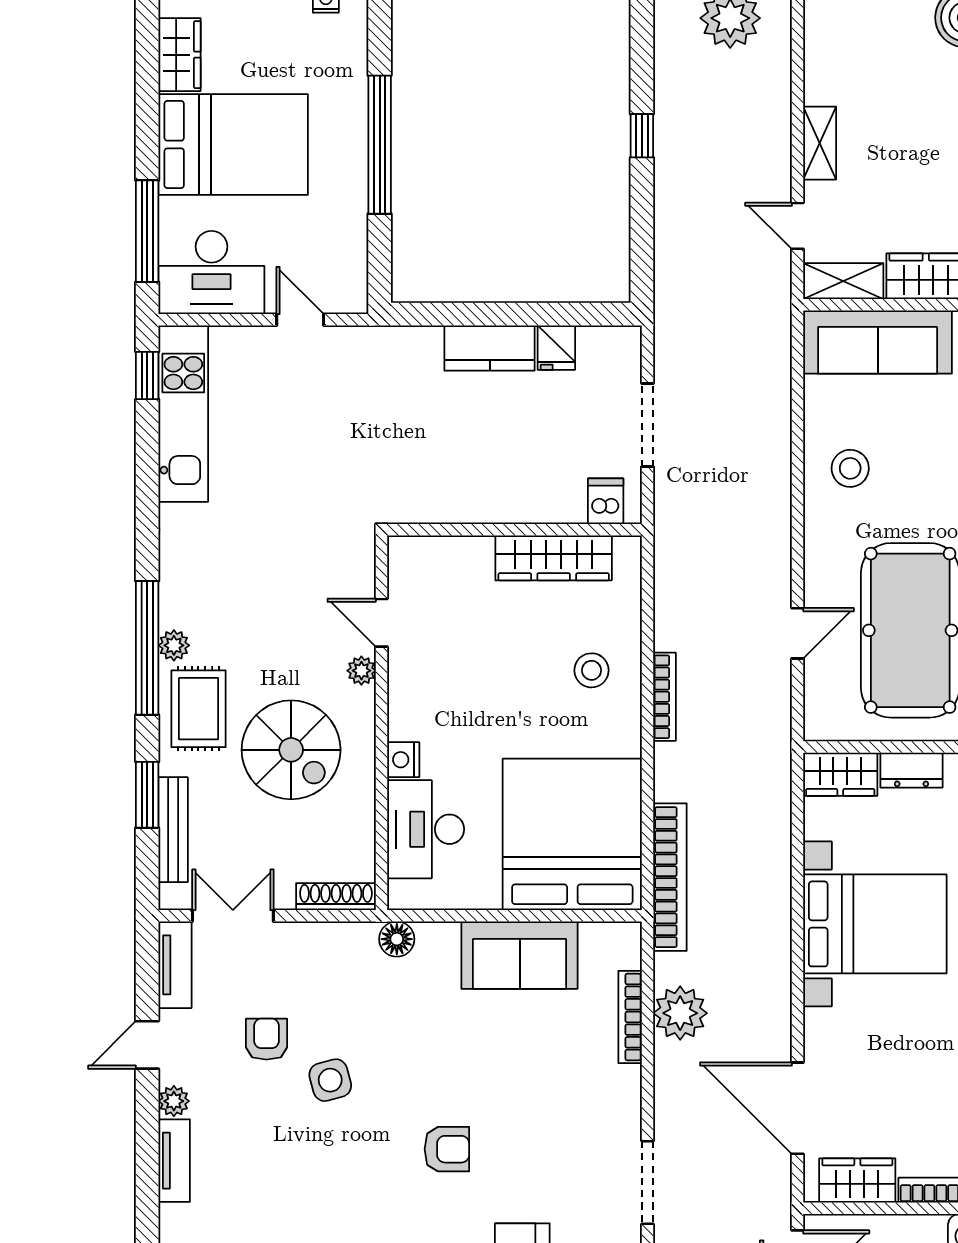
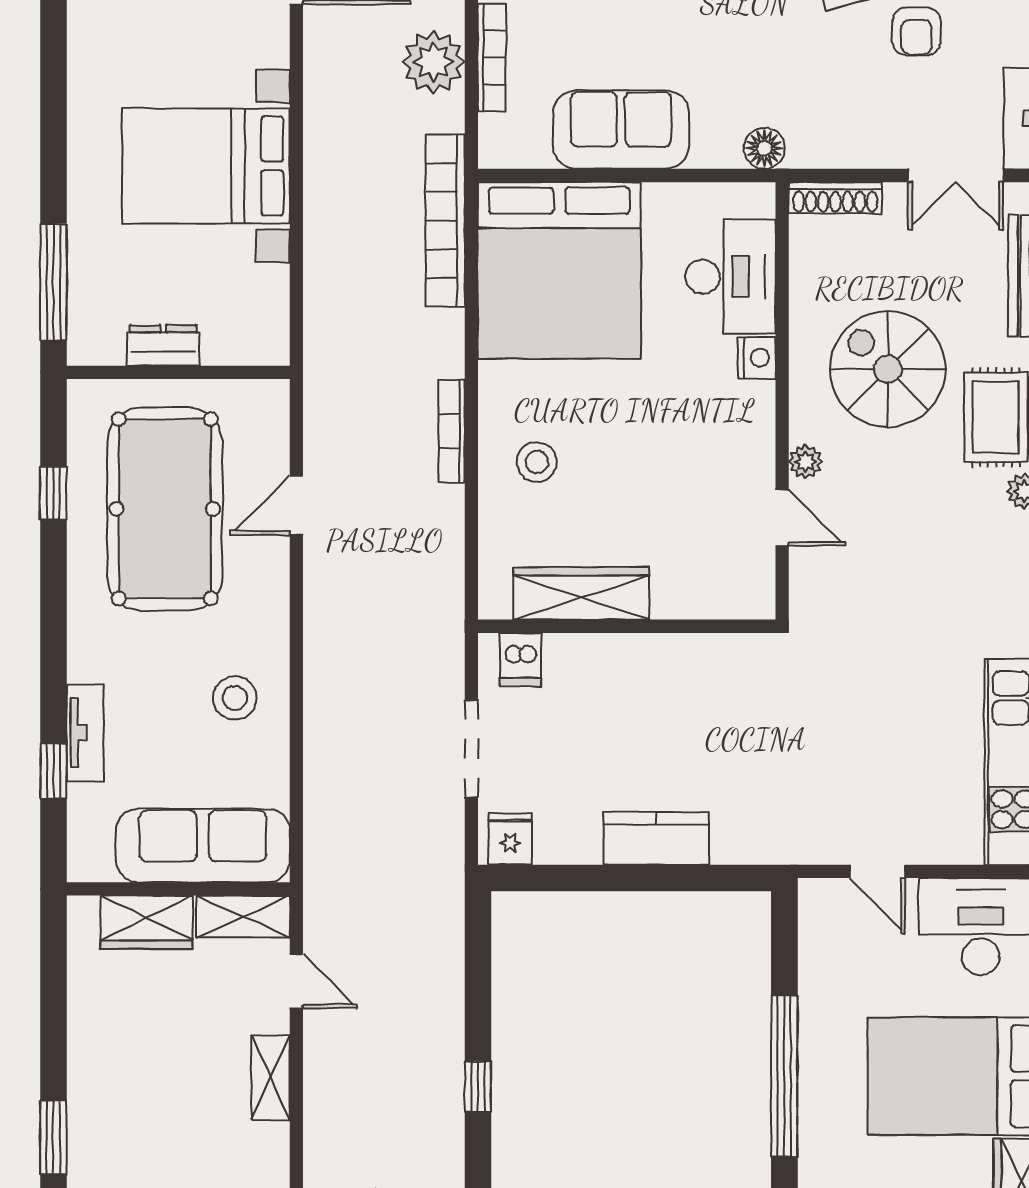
fridge: (556, 348) -> (510, 839), moved
wardrobe: (840, 774) -> (246, 341), removed

